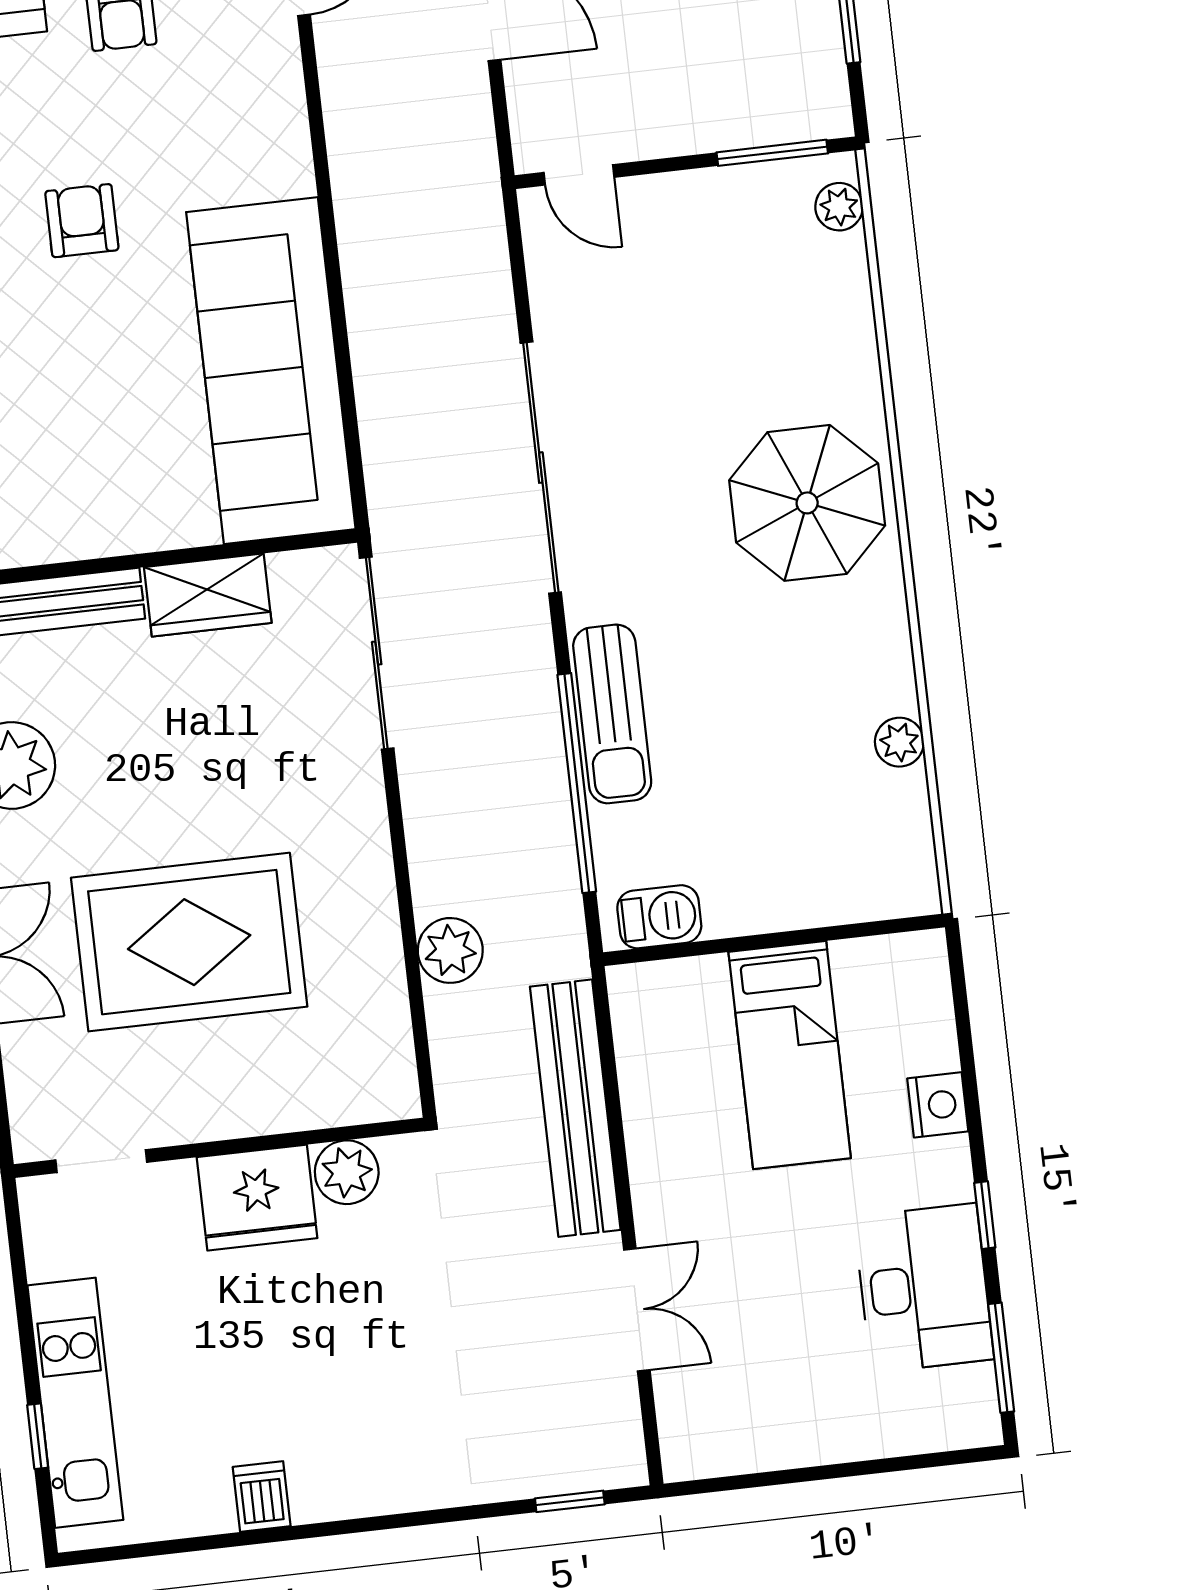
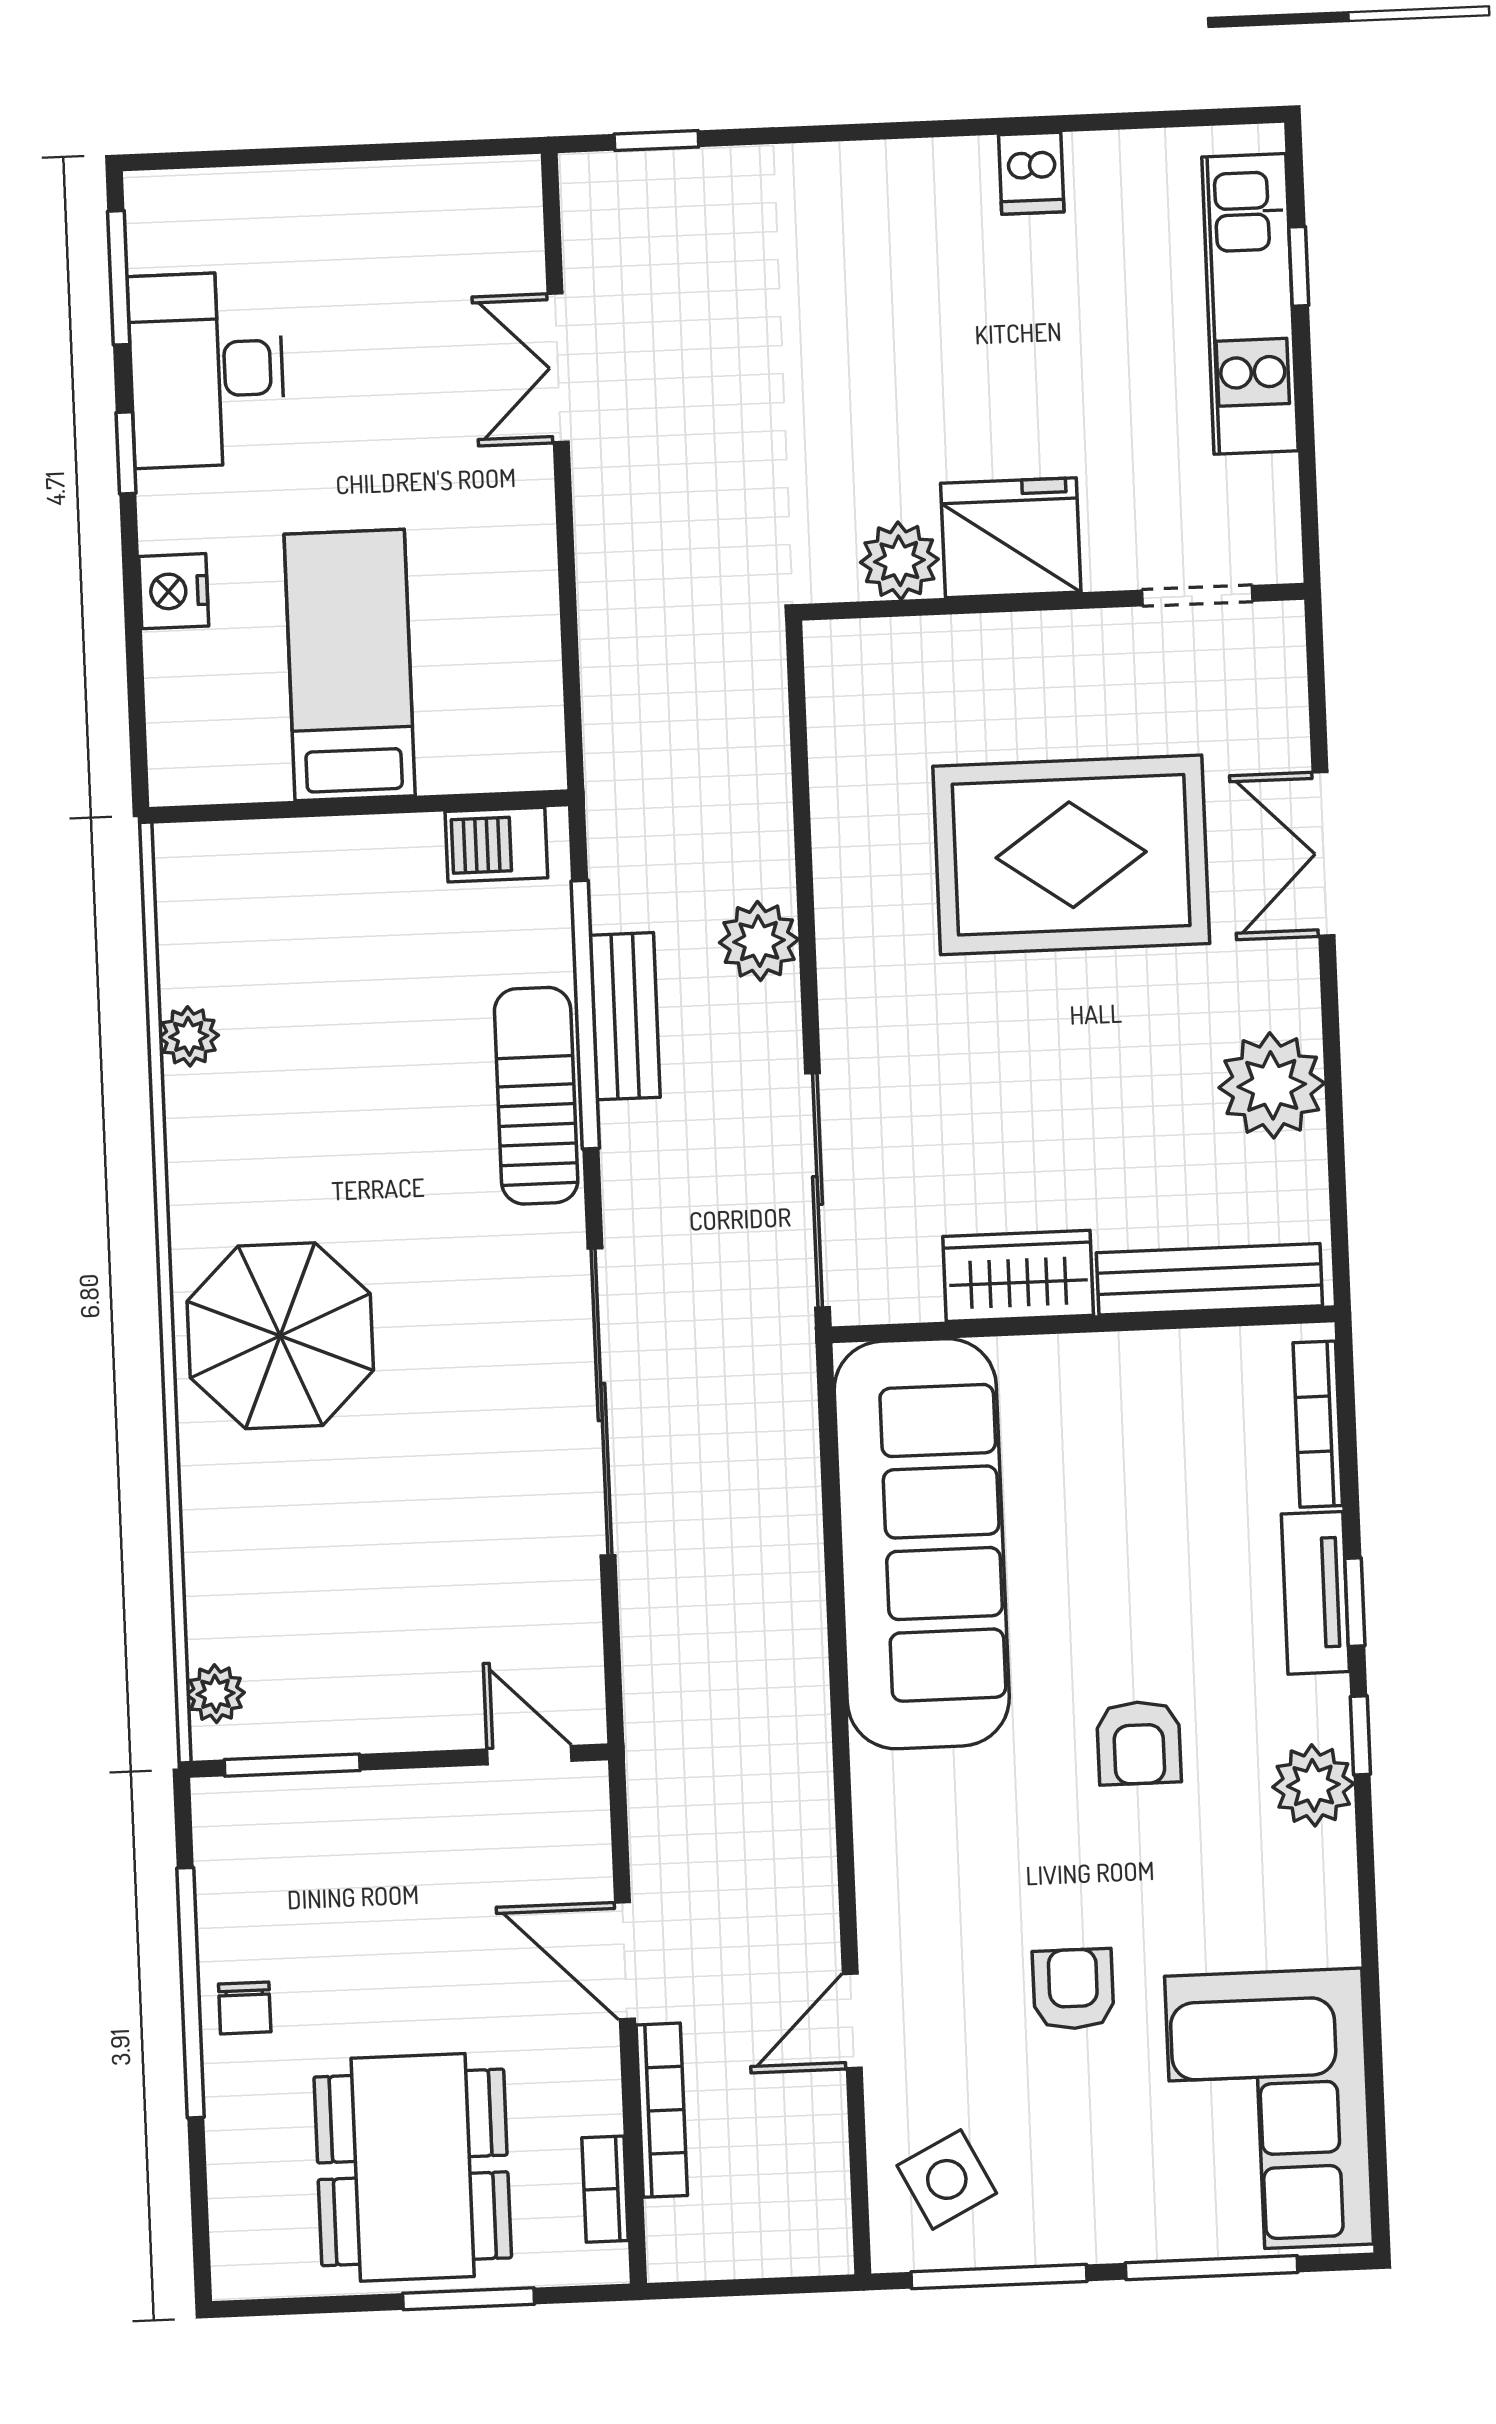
plant: (450, 950) -> (759, 941), moved
bench: (575, 1108) -> (625, 1016), moved, width x0.54, depth x0.82

